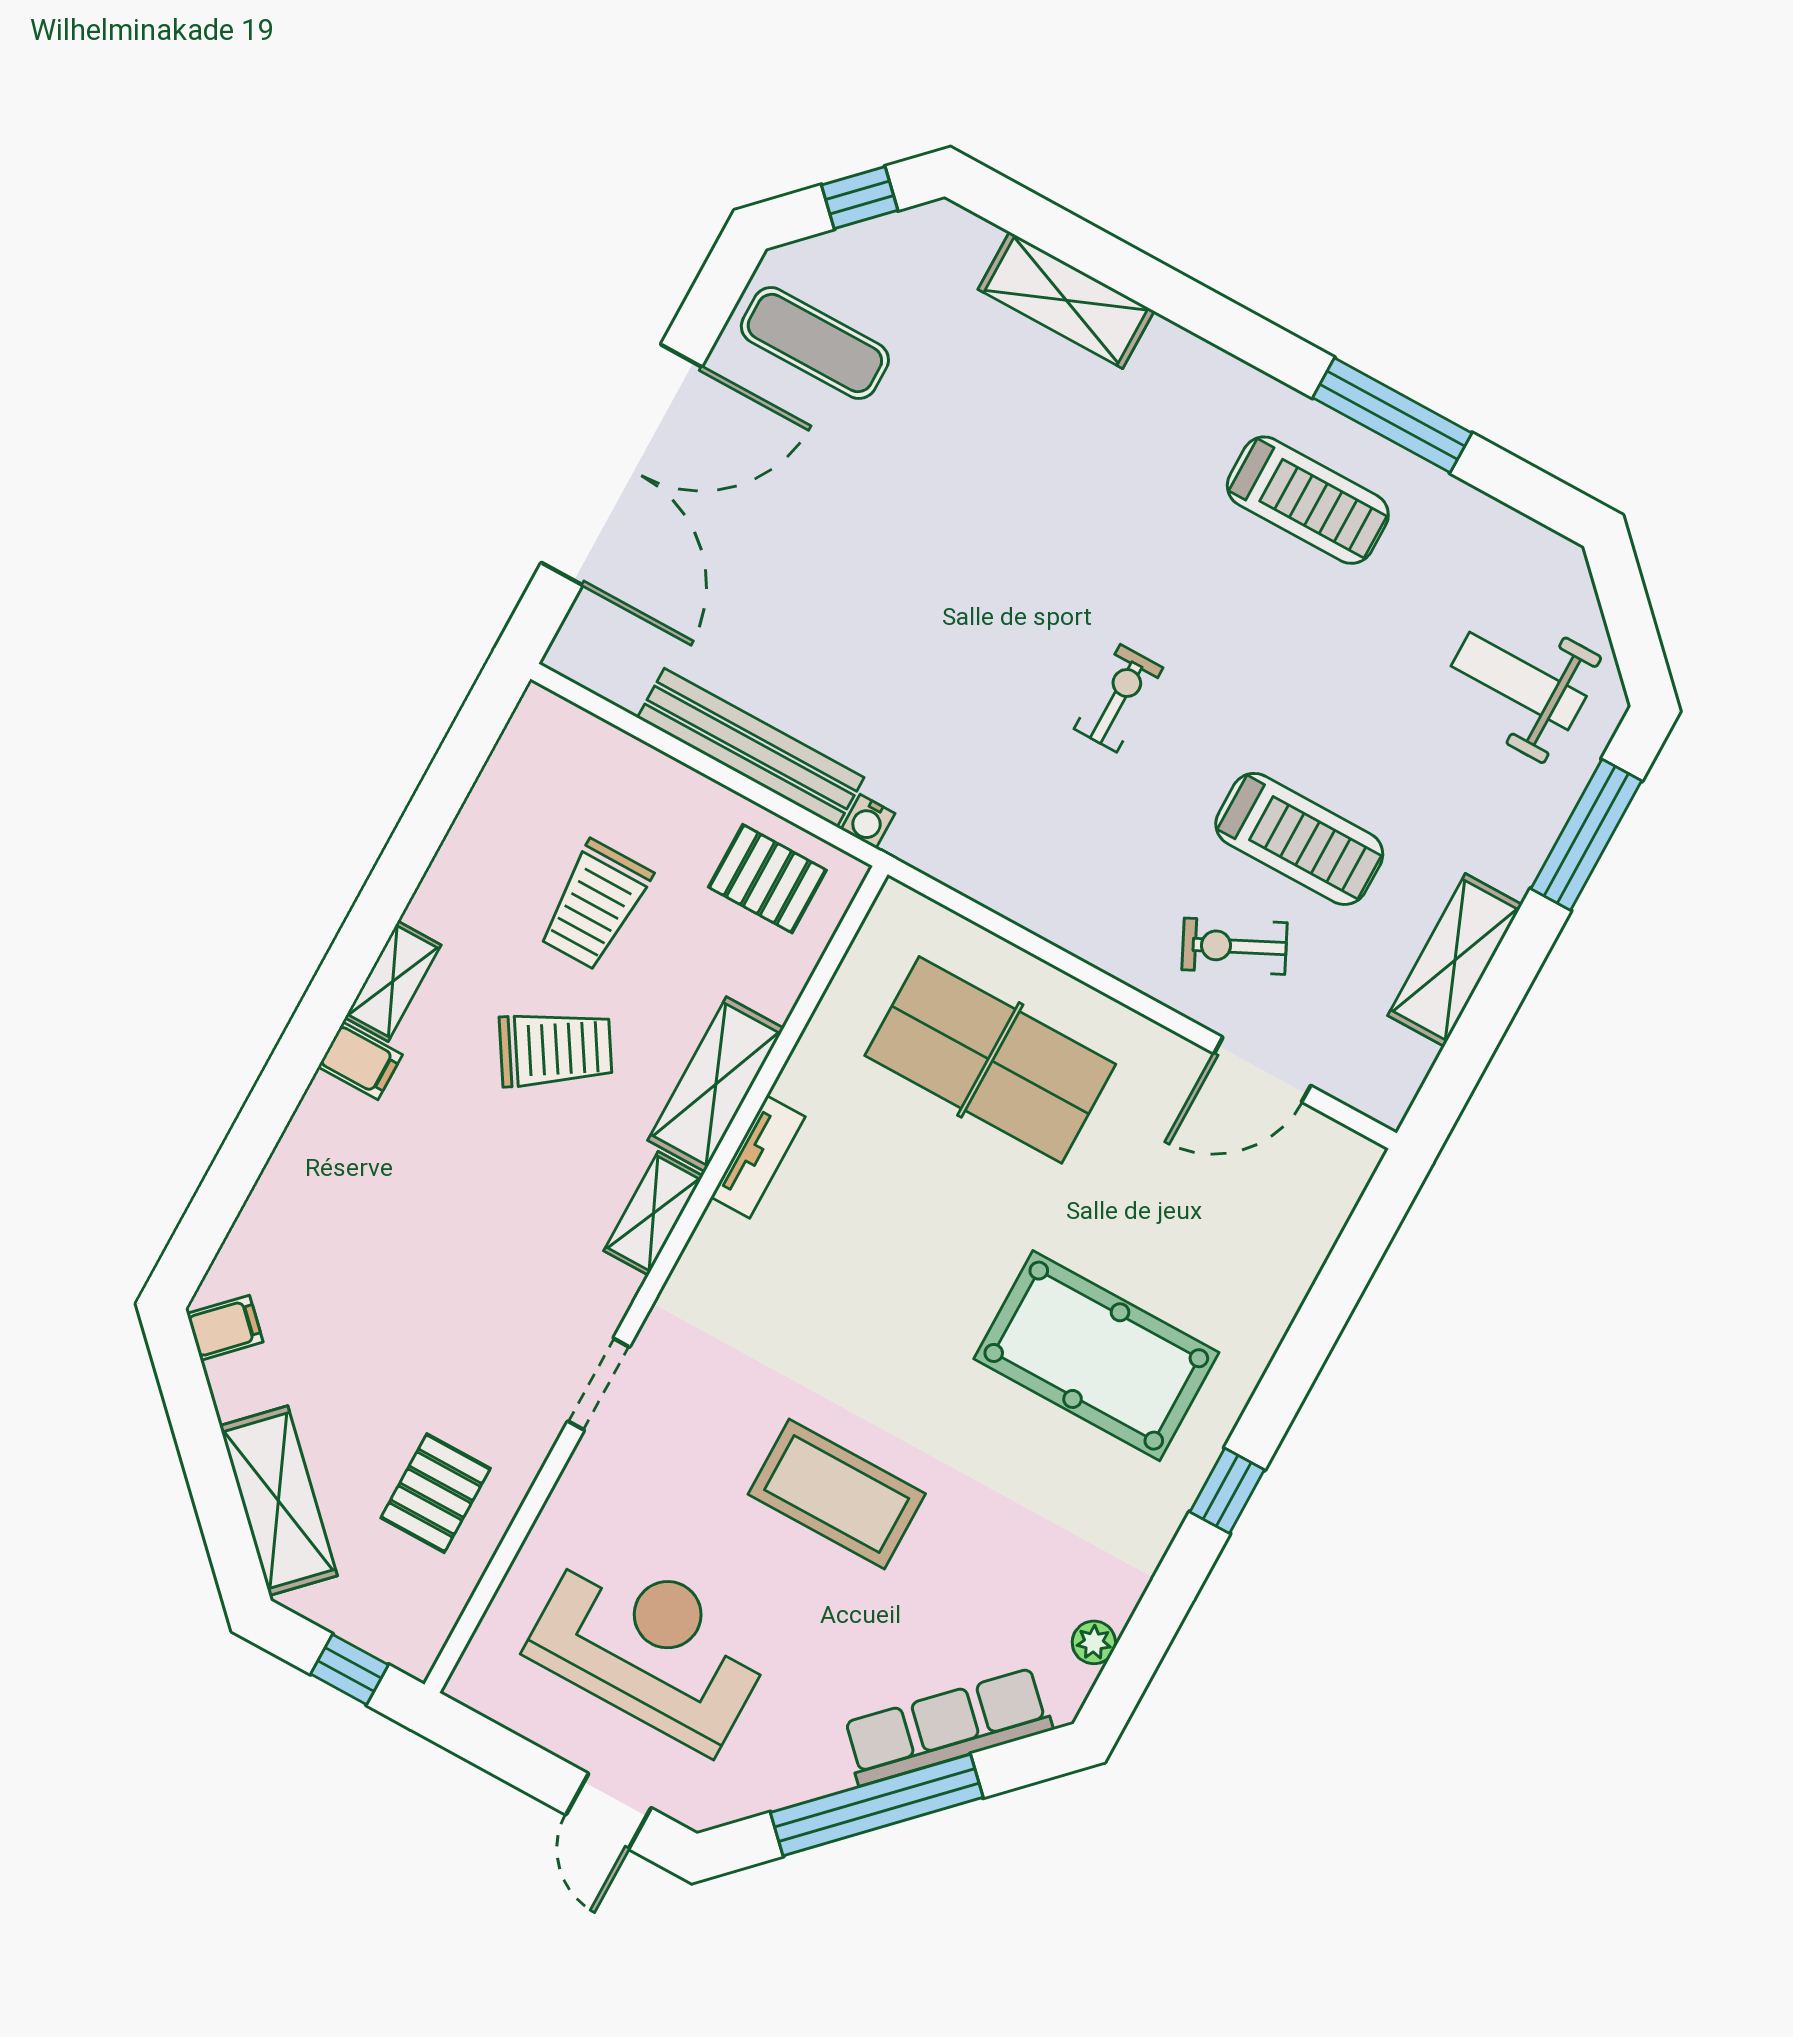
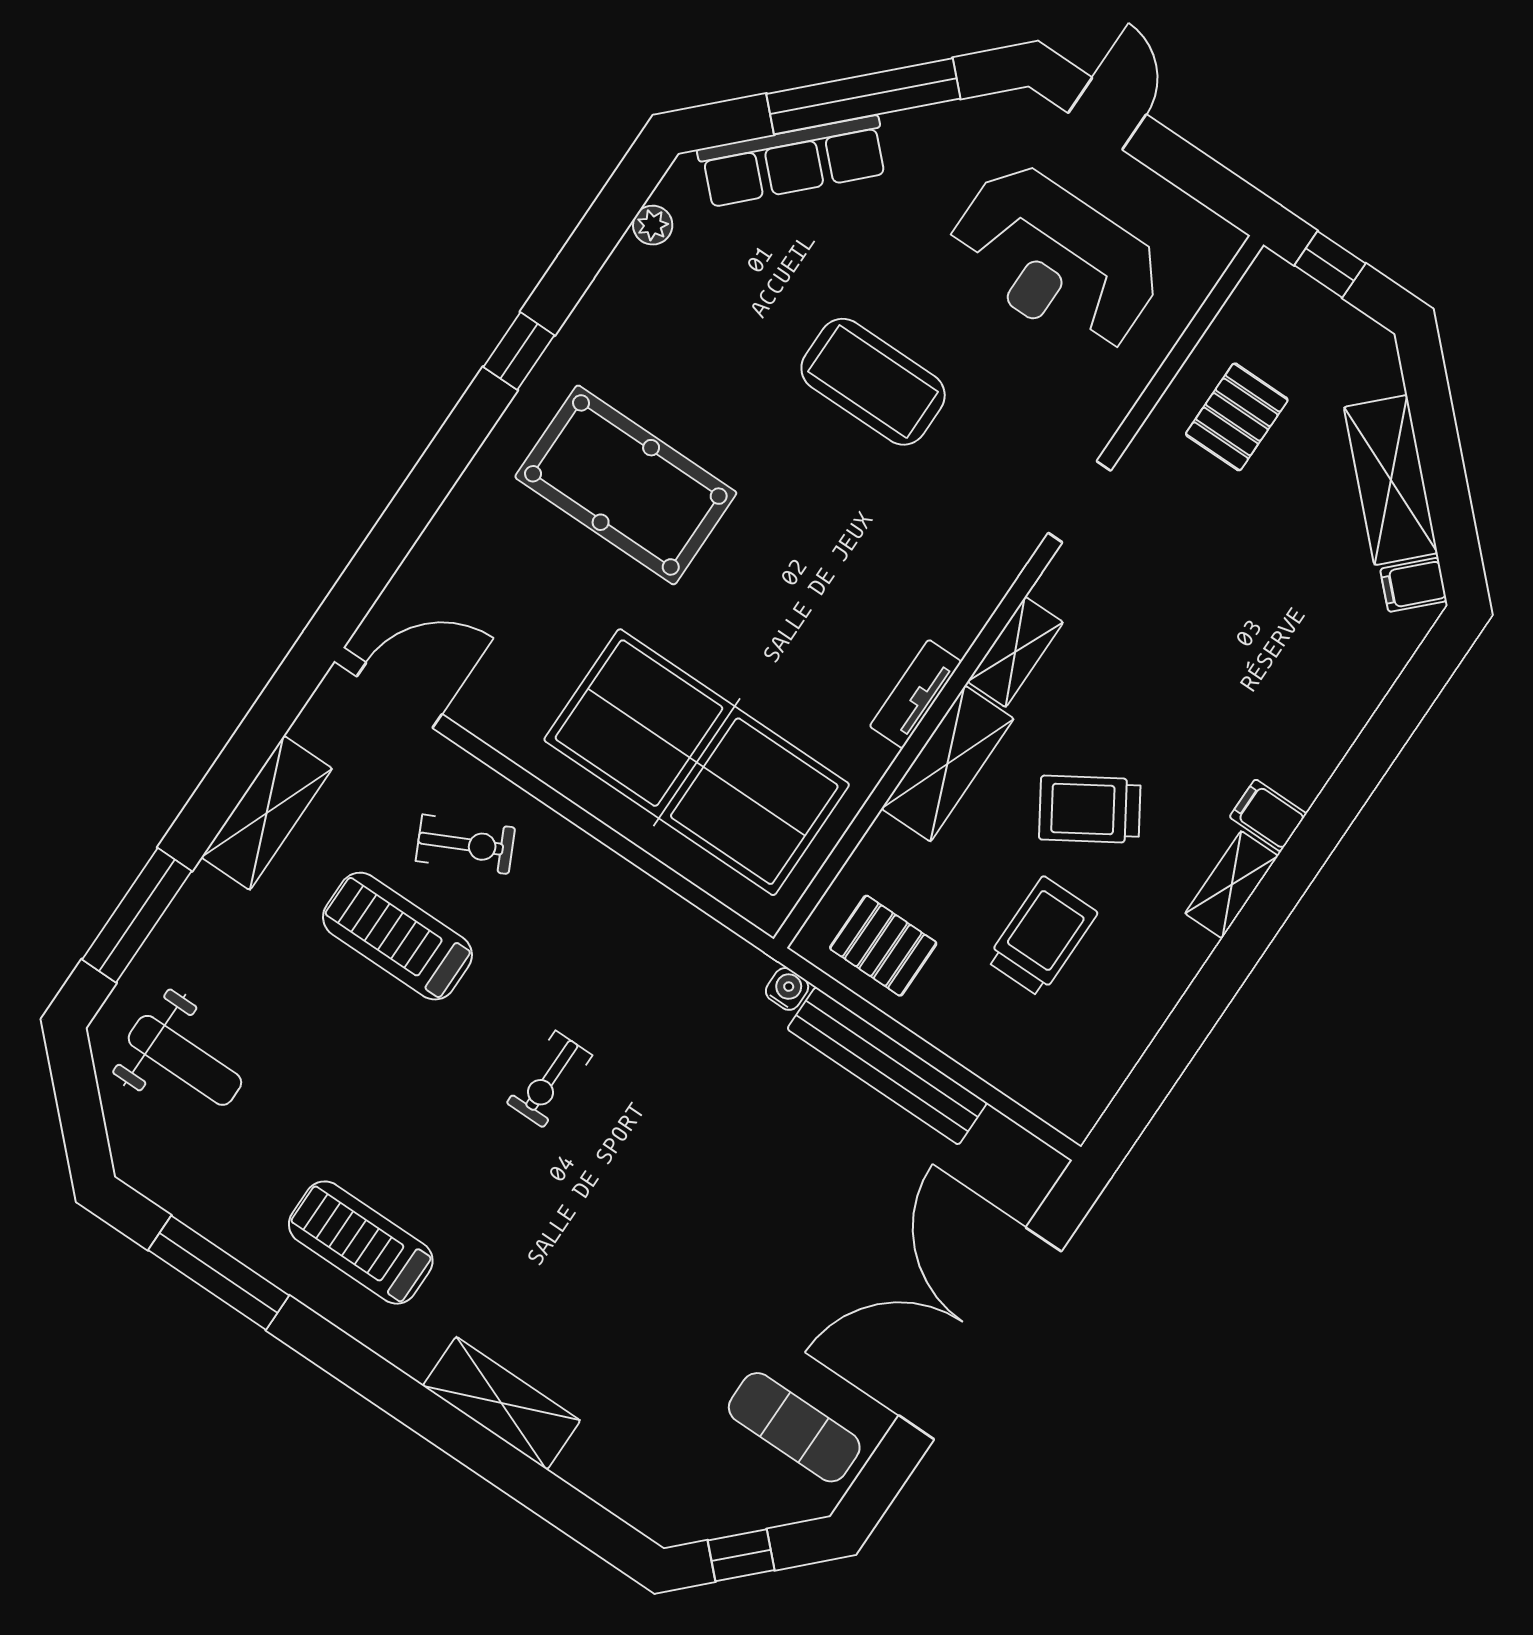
shelving: (1066, 300) -> (502, 1403), moved
window: (1392, 415) -> (219, 1273), moved
table tennis table: (990, 1060) -> (697, 762), width x1.36, depth x1.32
door: (1262, 1070) -> (399, 695), moved
shelving: (278, 1501) -> (1391, 480), moved

